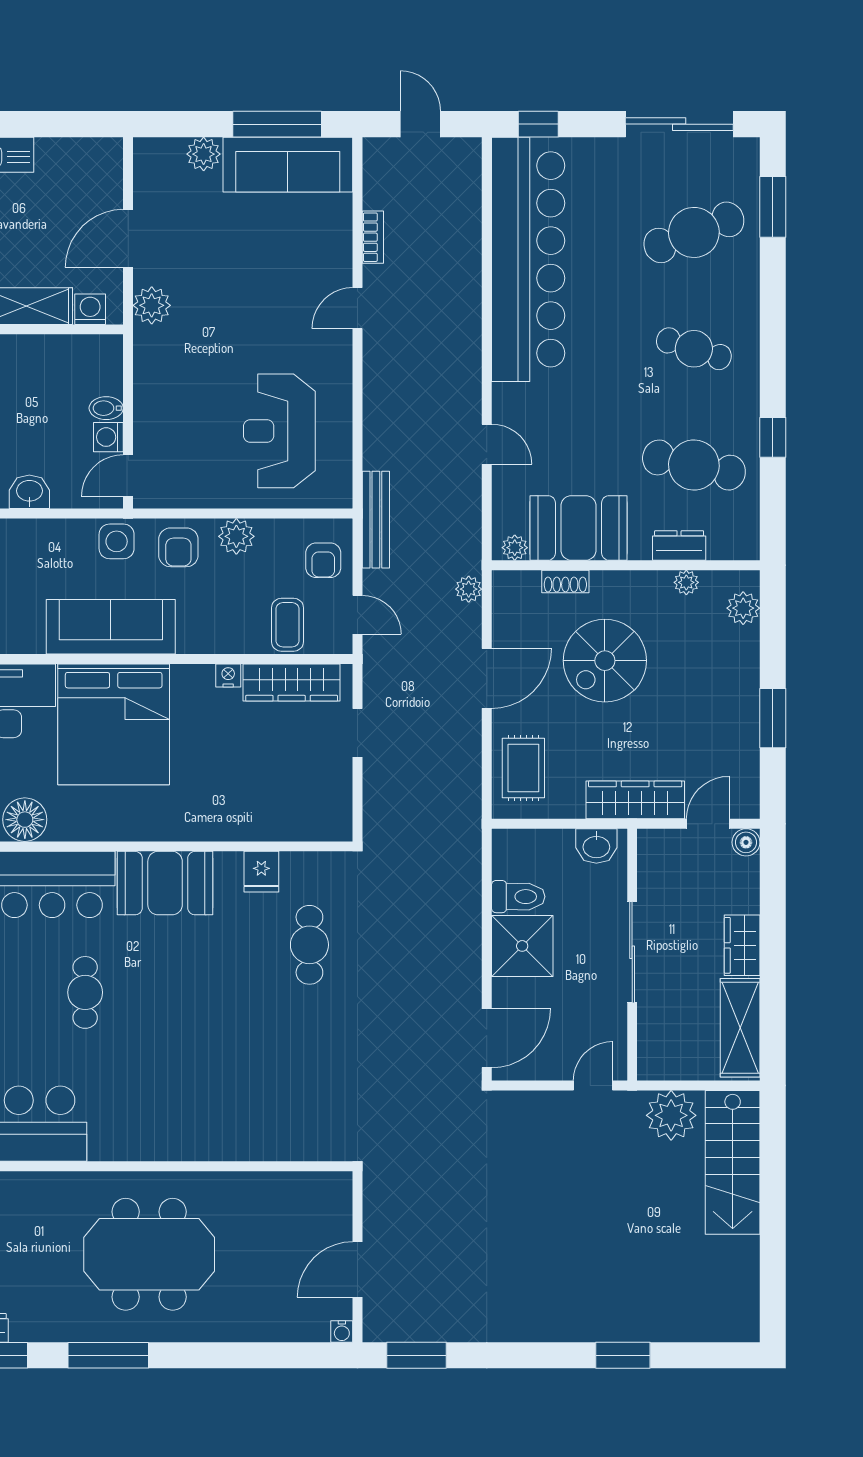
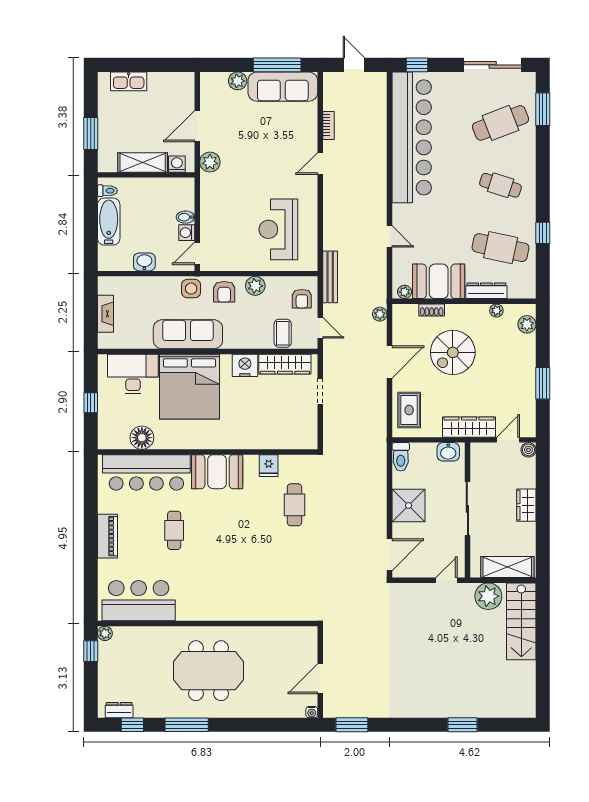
dresser: (679, 545) -> (486, 291), width x1.44
nightstand: (228, 676) -> (245, 365), width x1.89, depth x1.79
toilet: (518, 897) -> (401, 457), moved, turned 90
shelving: (740, 1028) -> (507, 567), moved, turned 90

